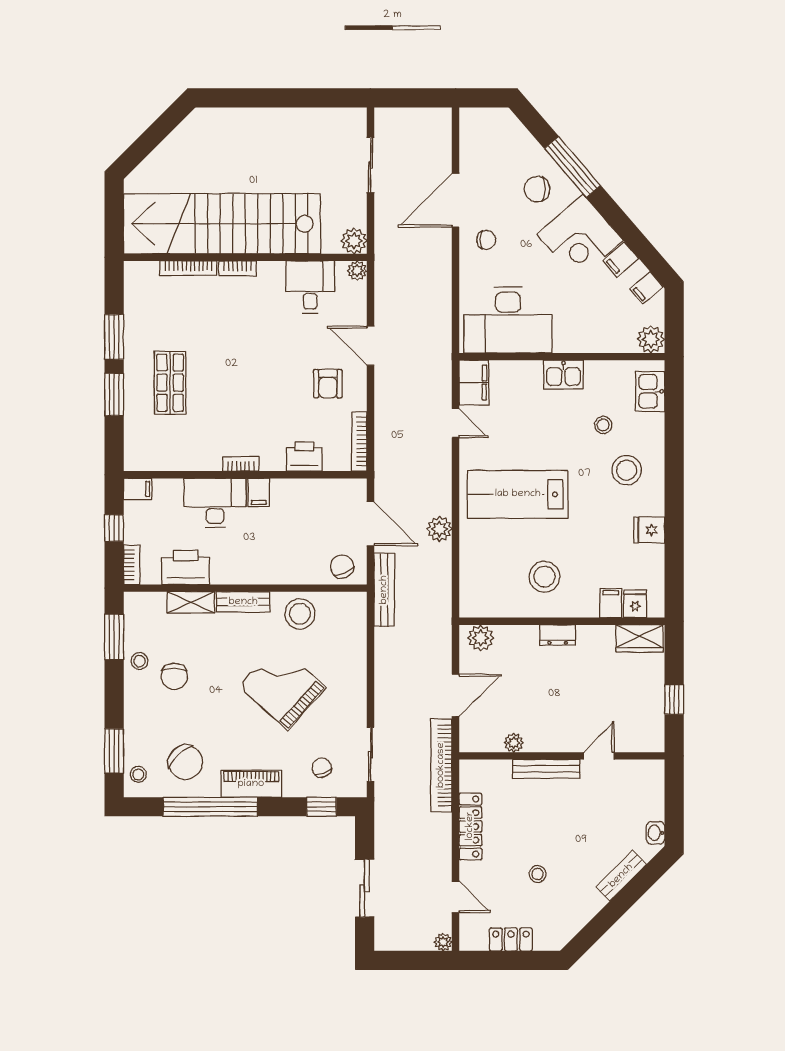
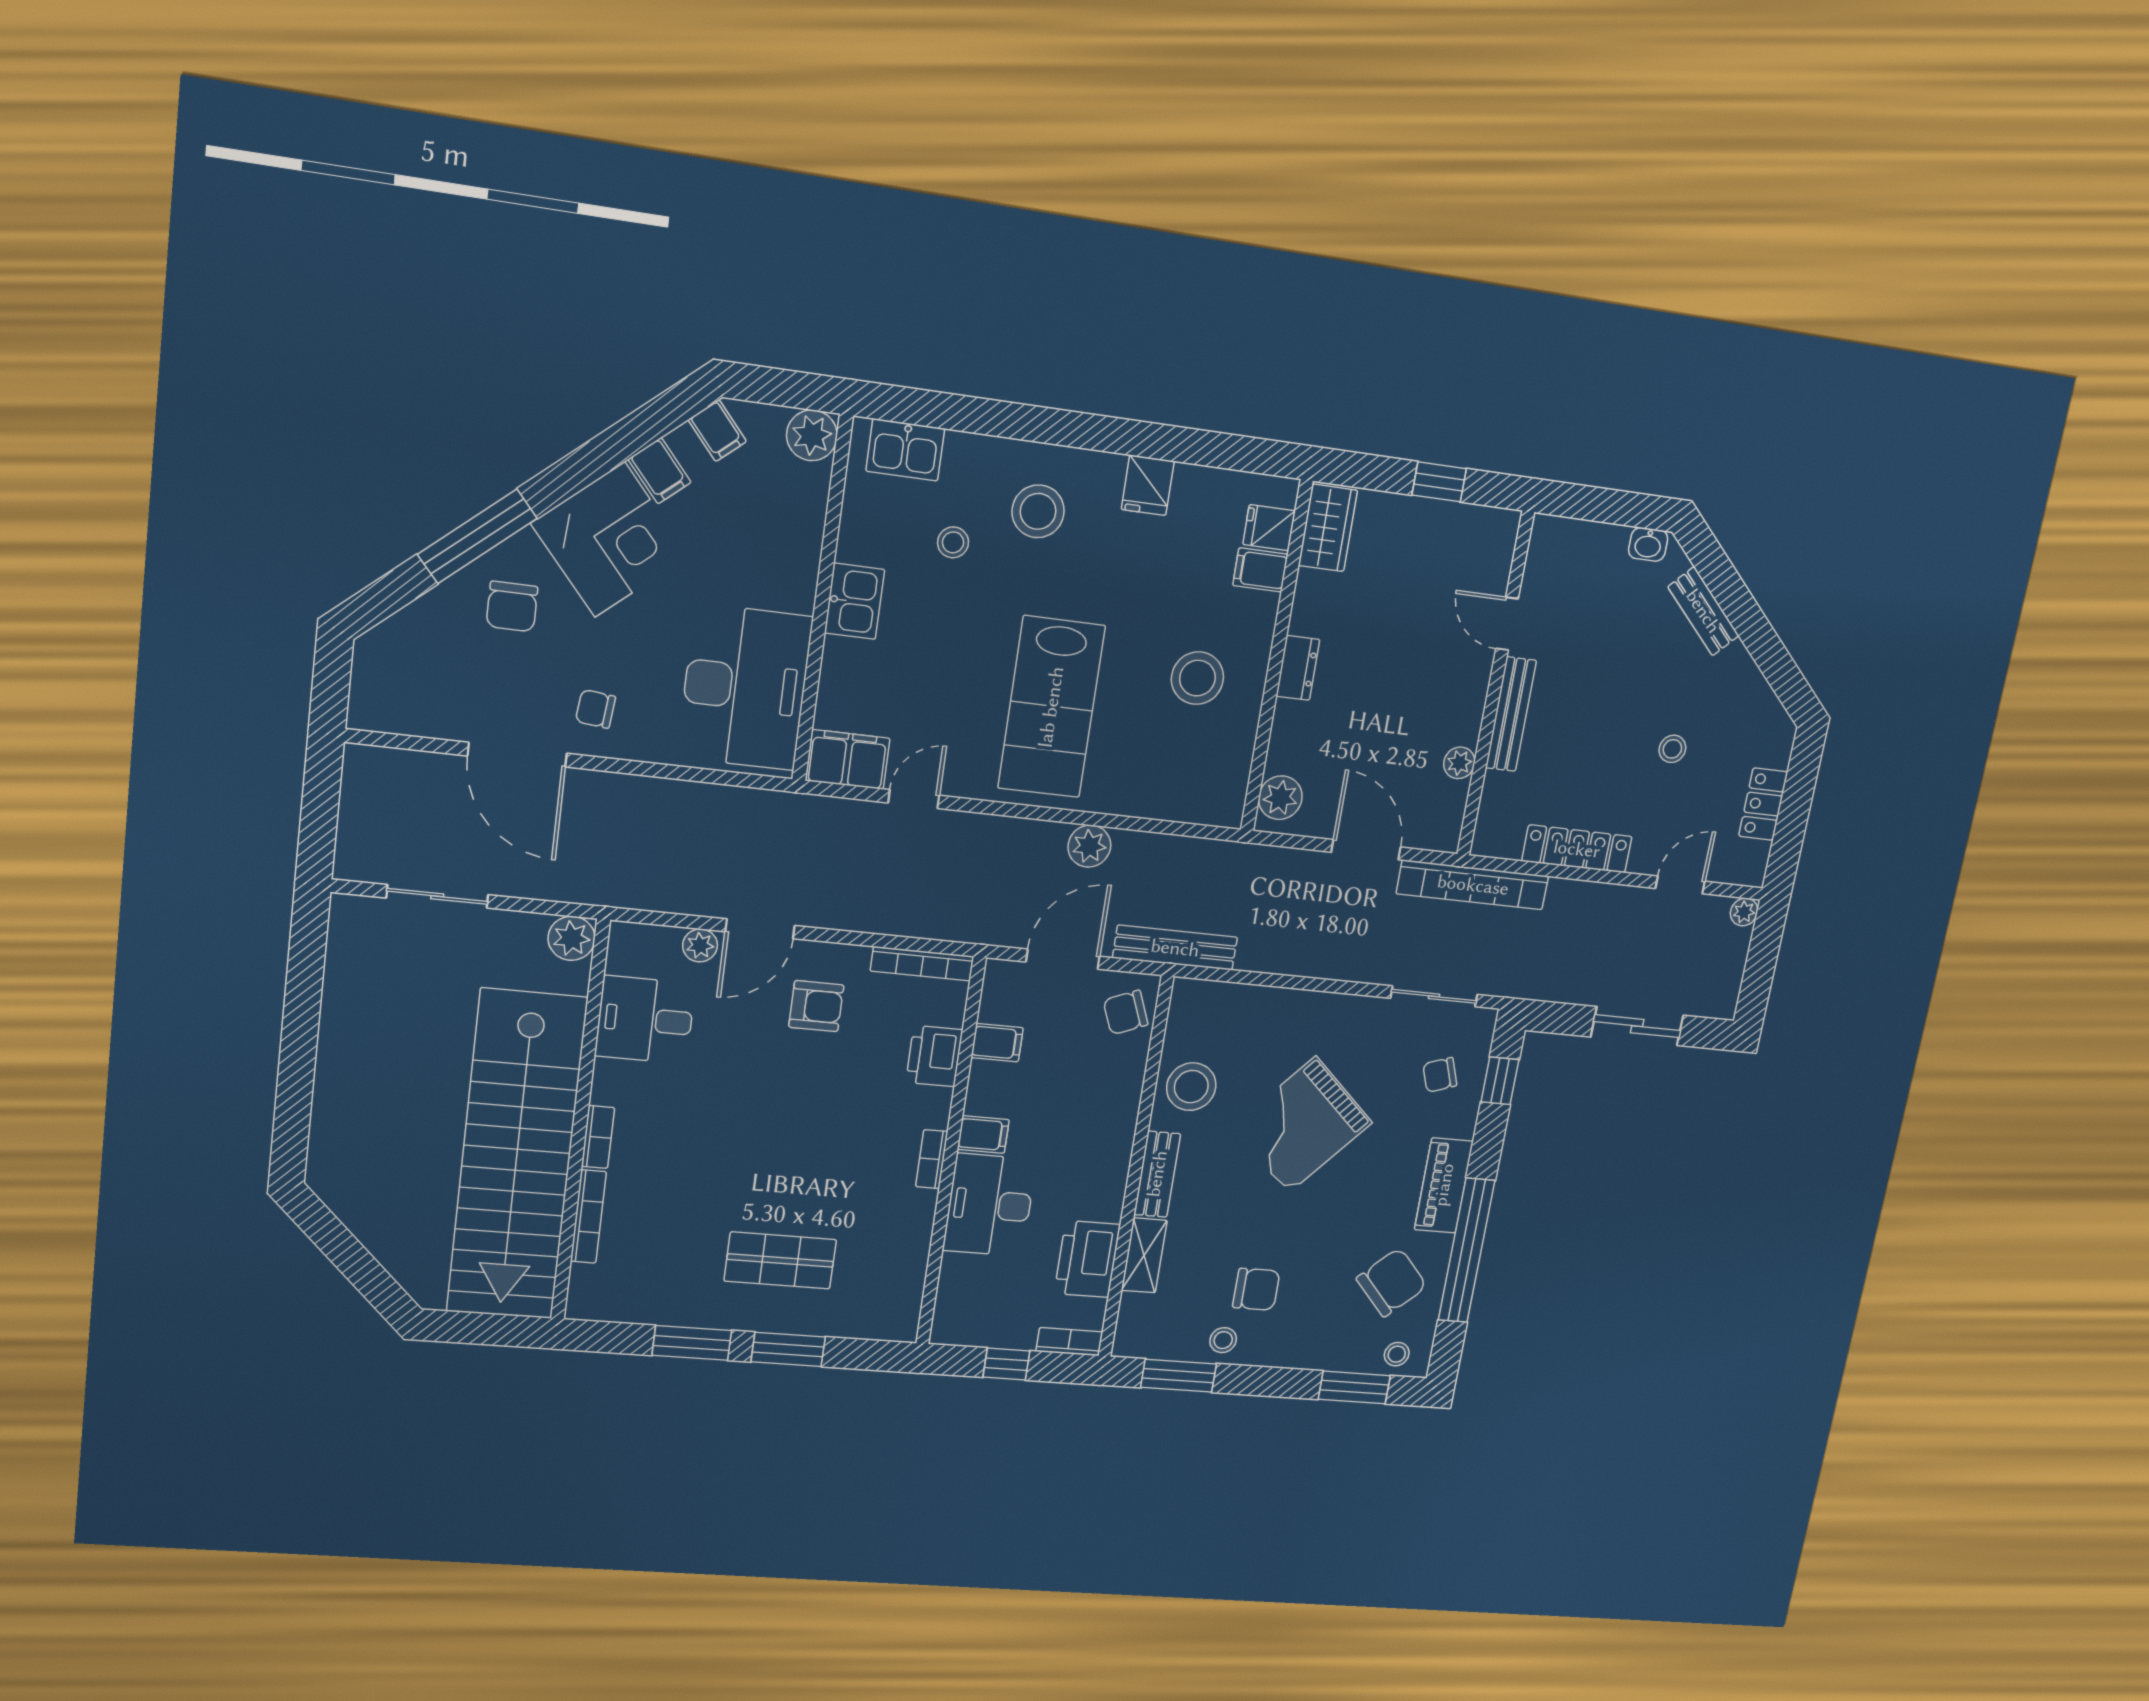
chair: (486, 240) -> (595, 709), turned -84
plant: (357, 271) -> (700, 945), moved
filing cabinet: (138, 489) -> (997, 1043), moved, turned 90

